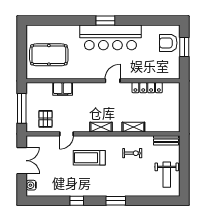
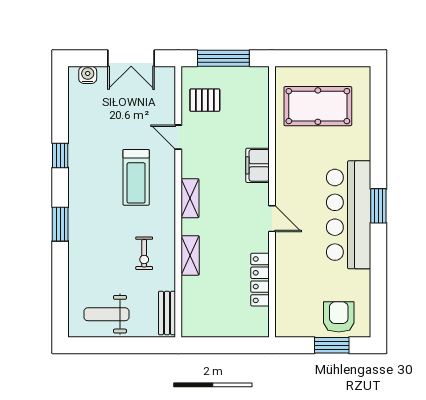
pool table: (49, 55) -> (318, 106), turned 90
filing cabinet: (63, 89) -> (258, 165), moved
treadmill: (89, 158) -> (136, 177), turned 180

